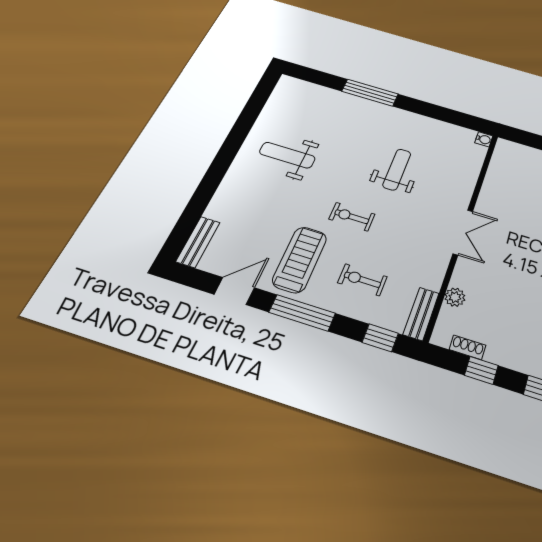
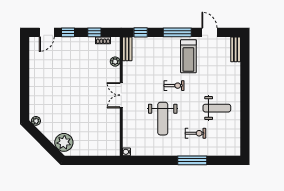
weight bench: (397, 169) -> (163, 119), width x1.36, depth x1.33
exercise bike: (362, 280) -> (195, 133), moved
door: (234, 291) -> (209, 32), swing flipped

